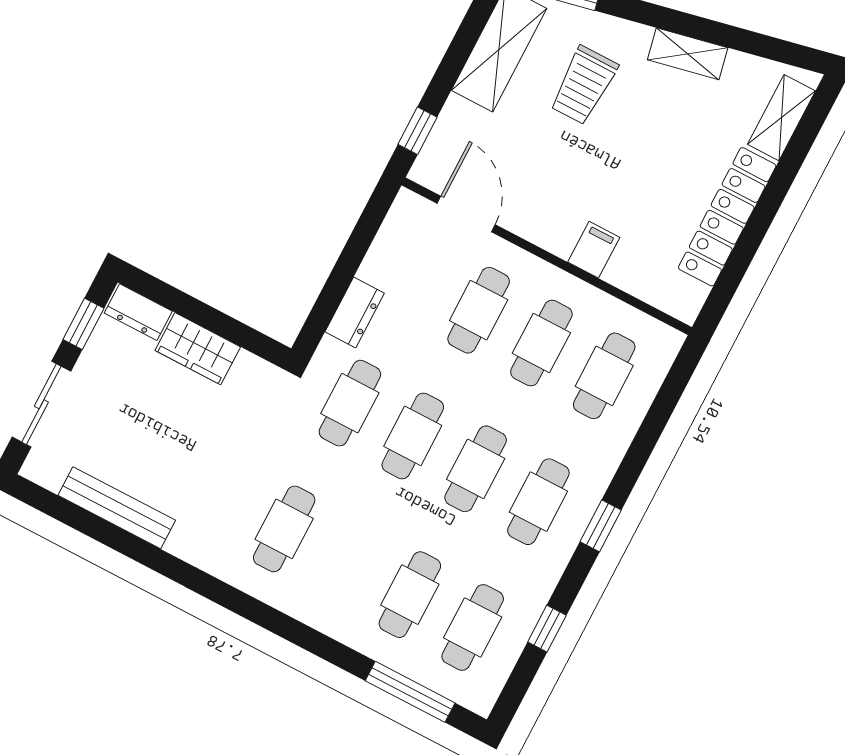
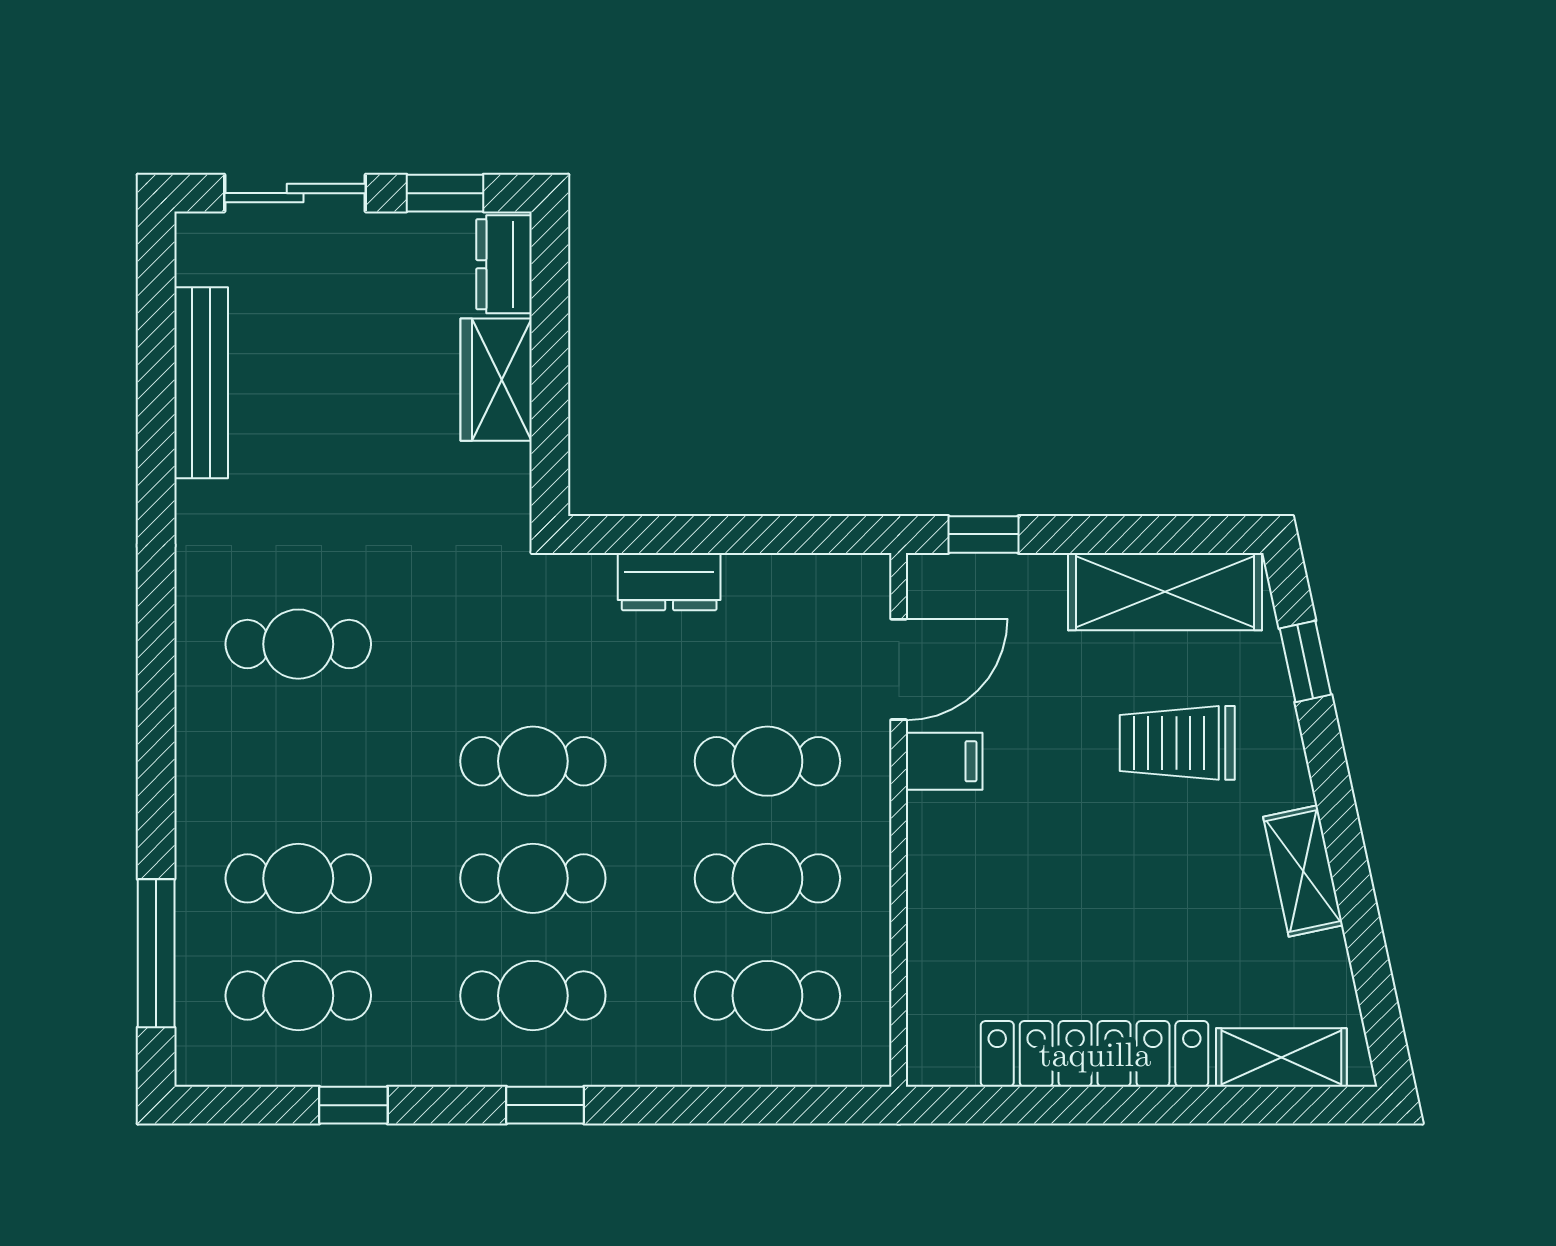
filing cabinet: (594, 250) -> (944, 761), moved
cafe table: (350, 403) -> (533, 644), removed

